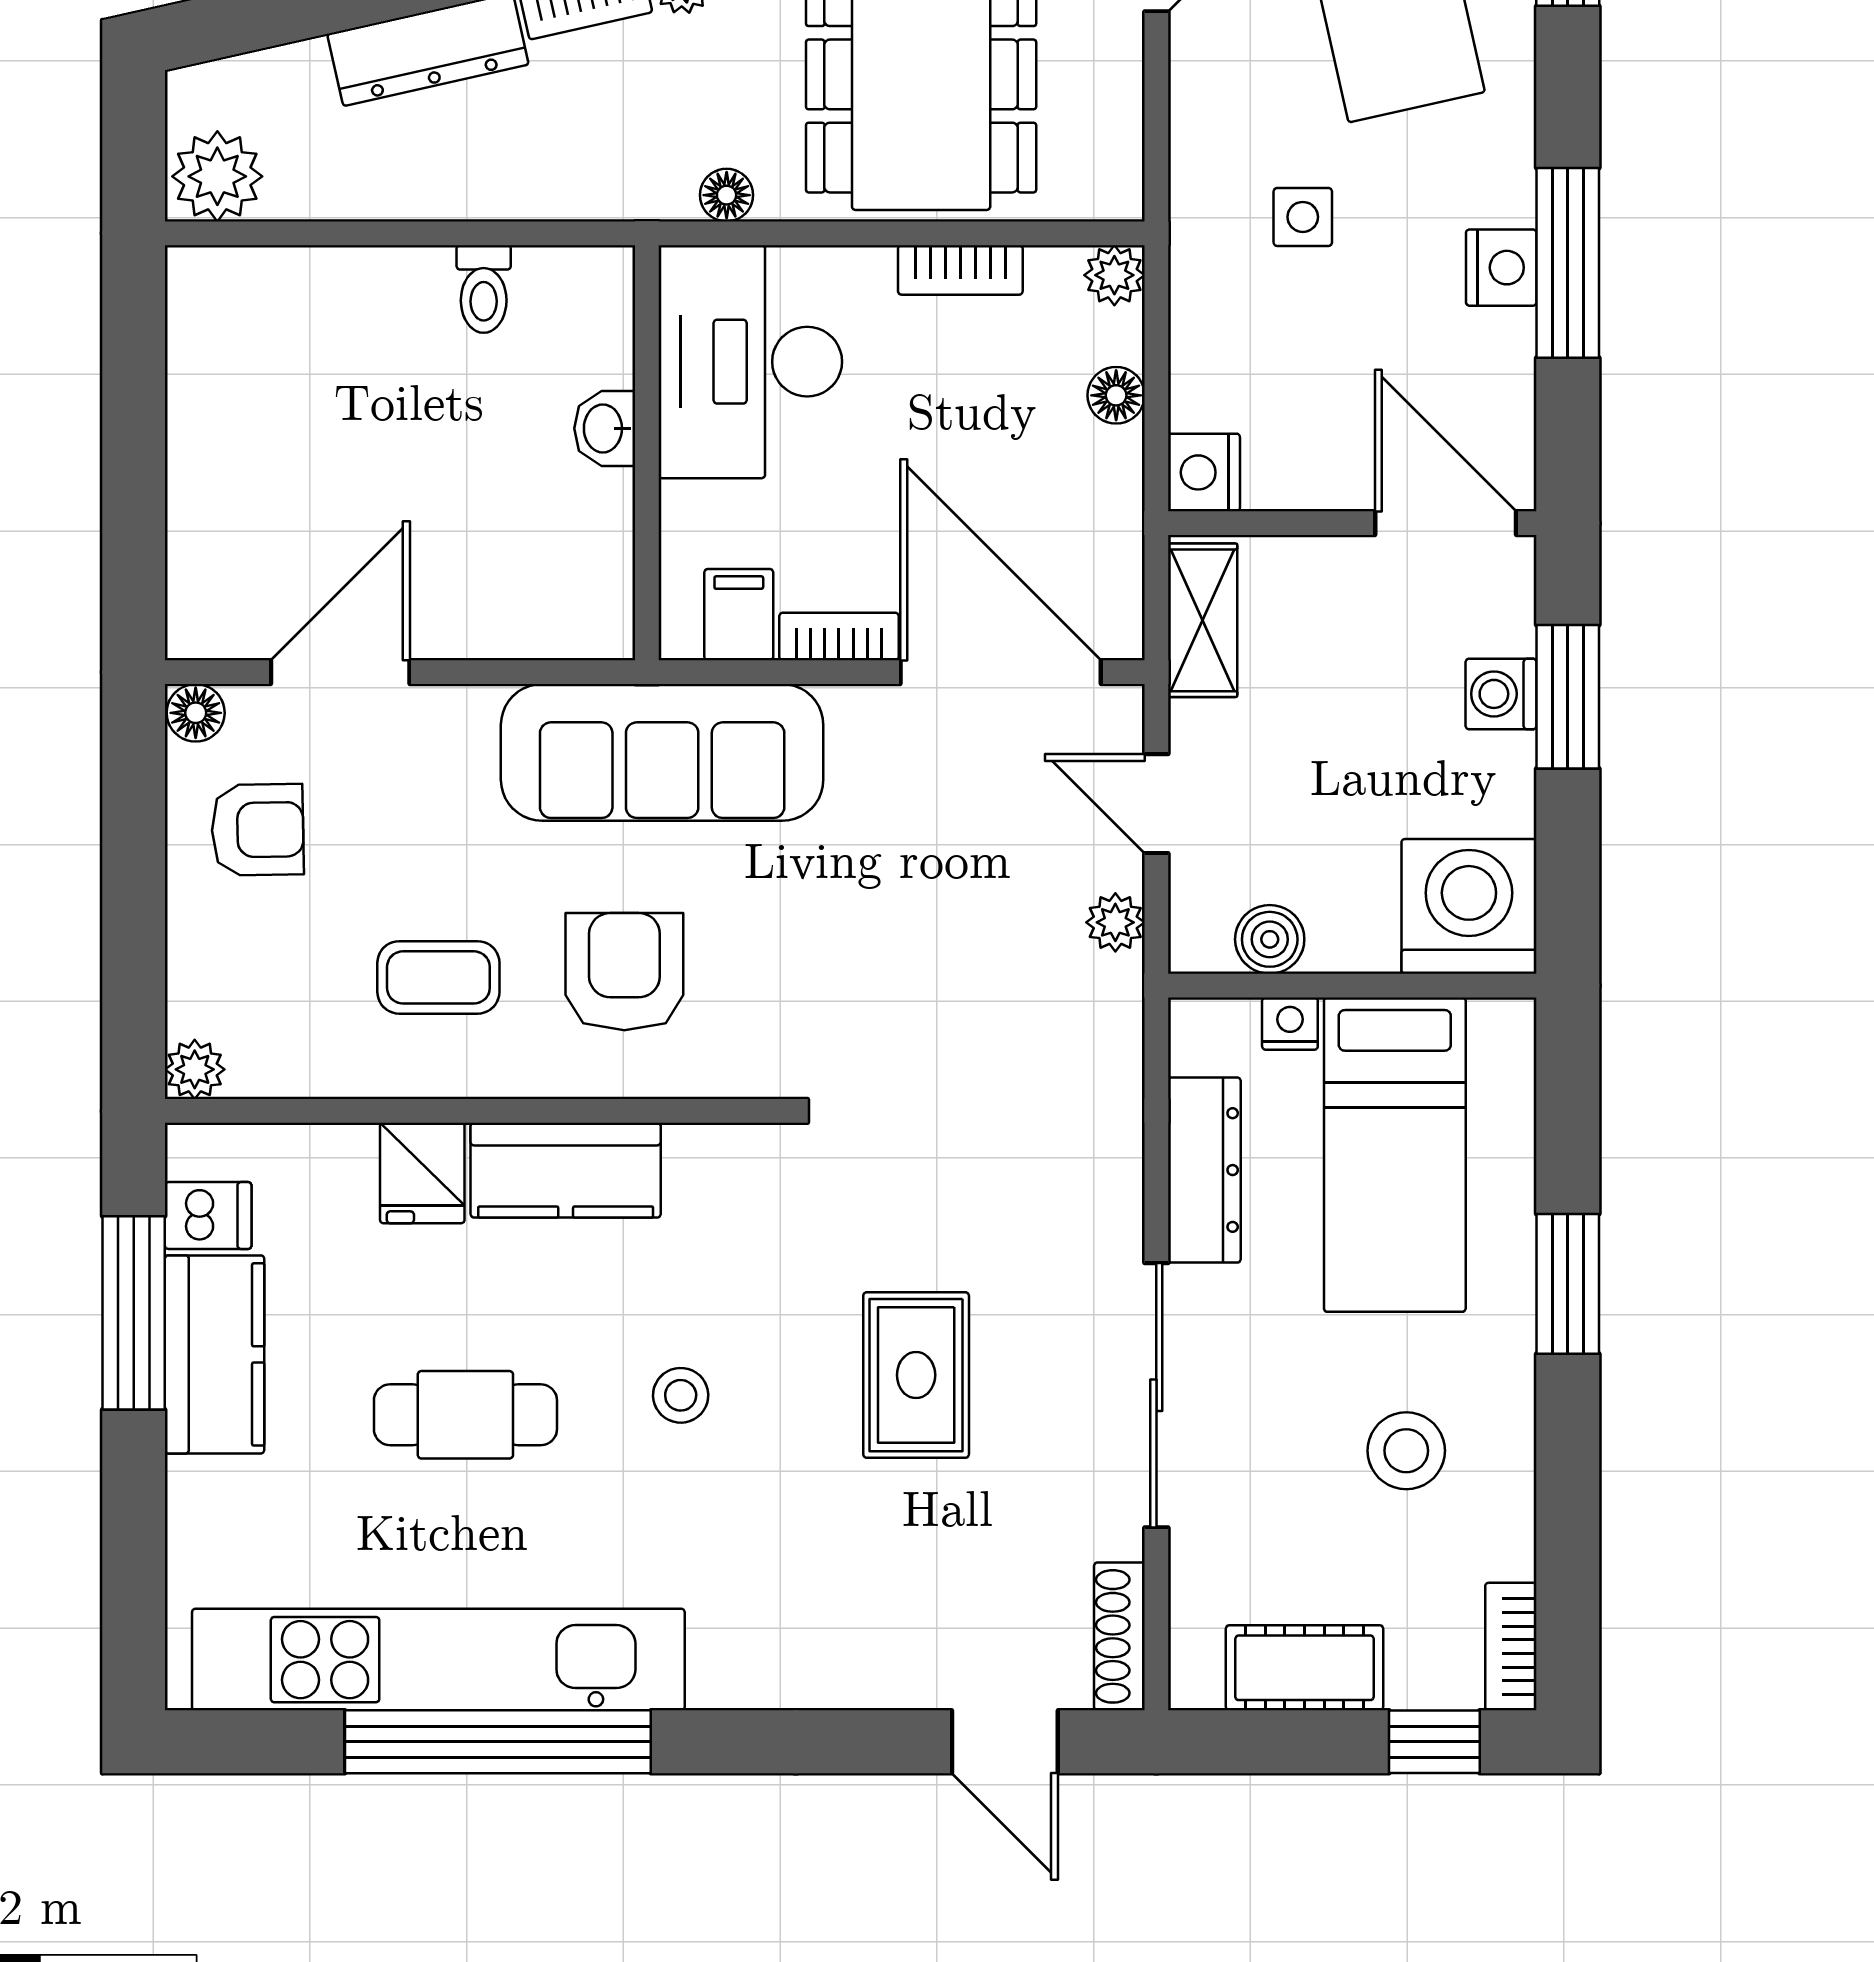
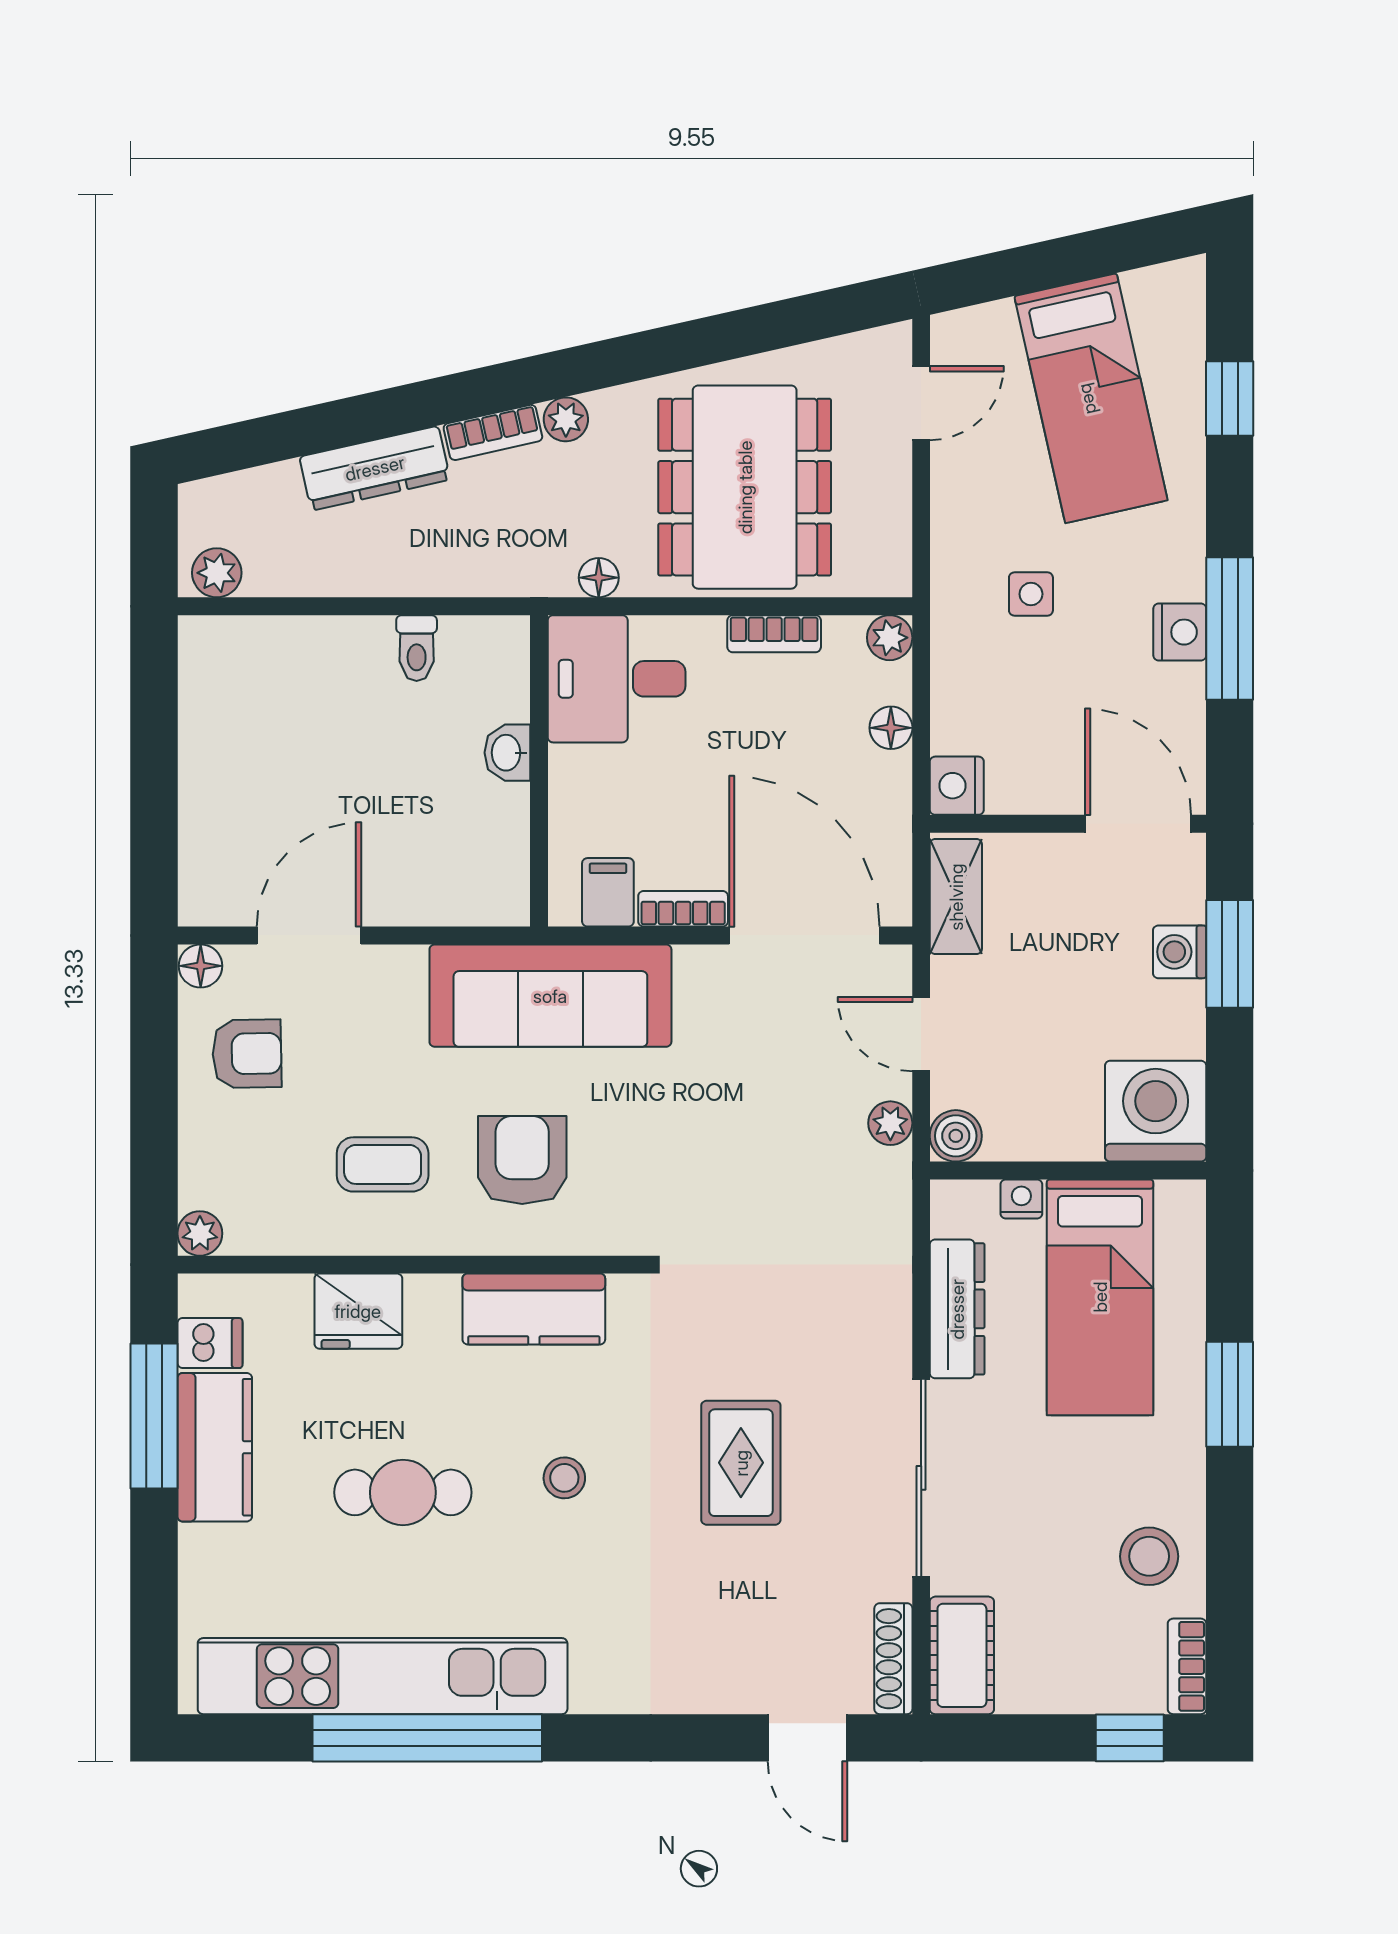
plant: (217, 176) -> (217, 573), width x0.73, depth x0.73
desk: (750, 362) -> (617, 679), width x0.73
boiler: (1270, 939) -> (956, 1136), moved
kitchen counter: (566, 1170) -> (534, 1309), moved
fridge: (422, 1173) -> (358, 1311), width x1.38
stool: (1406, 1451) -> (1149, 1556), moved
cot: (1305, 1668) -> (962, 1655), moved, turned 90

